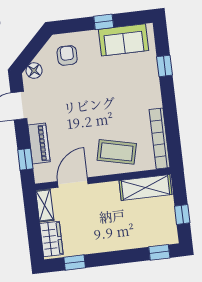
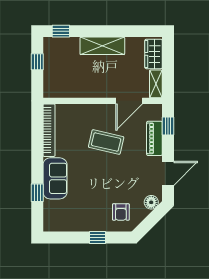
window: (104, 22) -> (97, 237), moved
sofa: (124, 40) -> (55, 178), moved, turned 90
coffee table: (117, 152) -> (106, 142), moved
shelving: (146, 187) -> (102, 46), moved
window: (75, 262) -> (136, 31), removed

